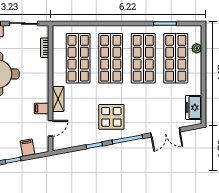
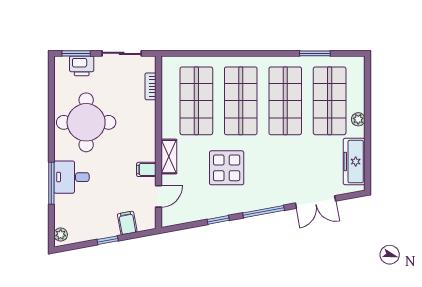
plant: (197, 48) -> (358, 119), moved
freezer: (194, 108) -> (354, 162), width x1.40
display table: (111, 117) -> (227, 168), moved

